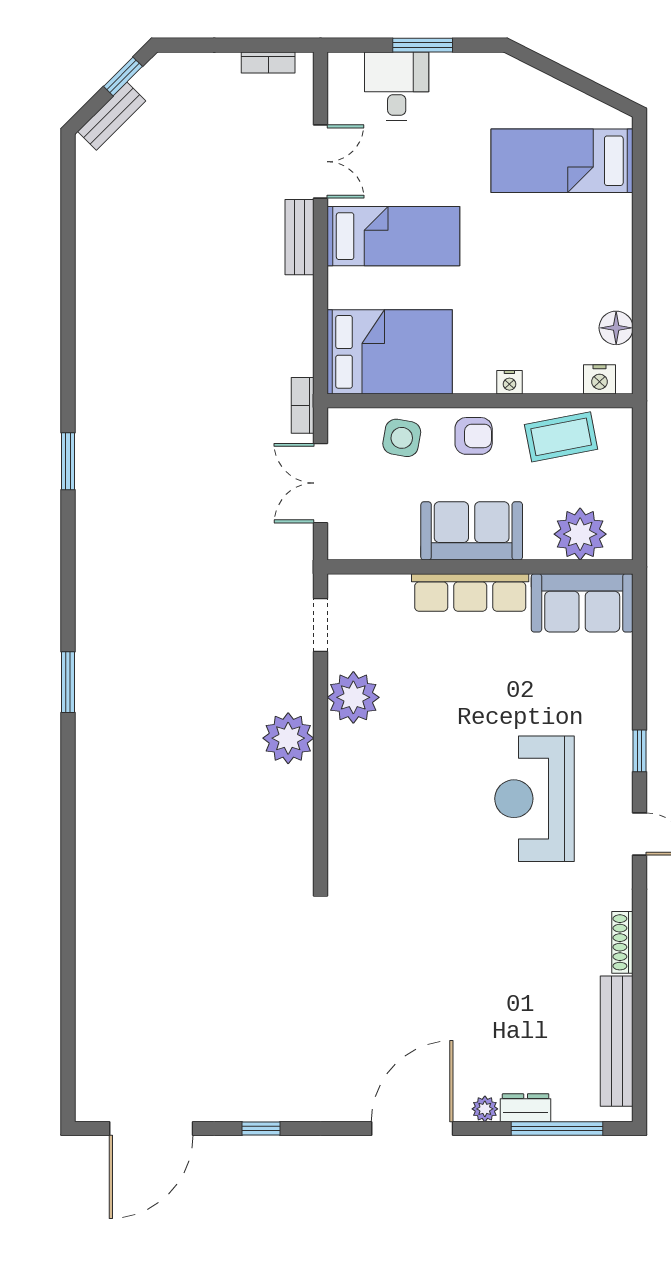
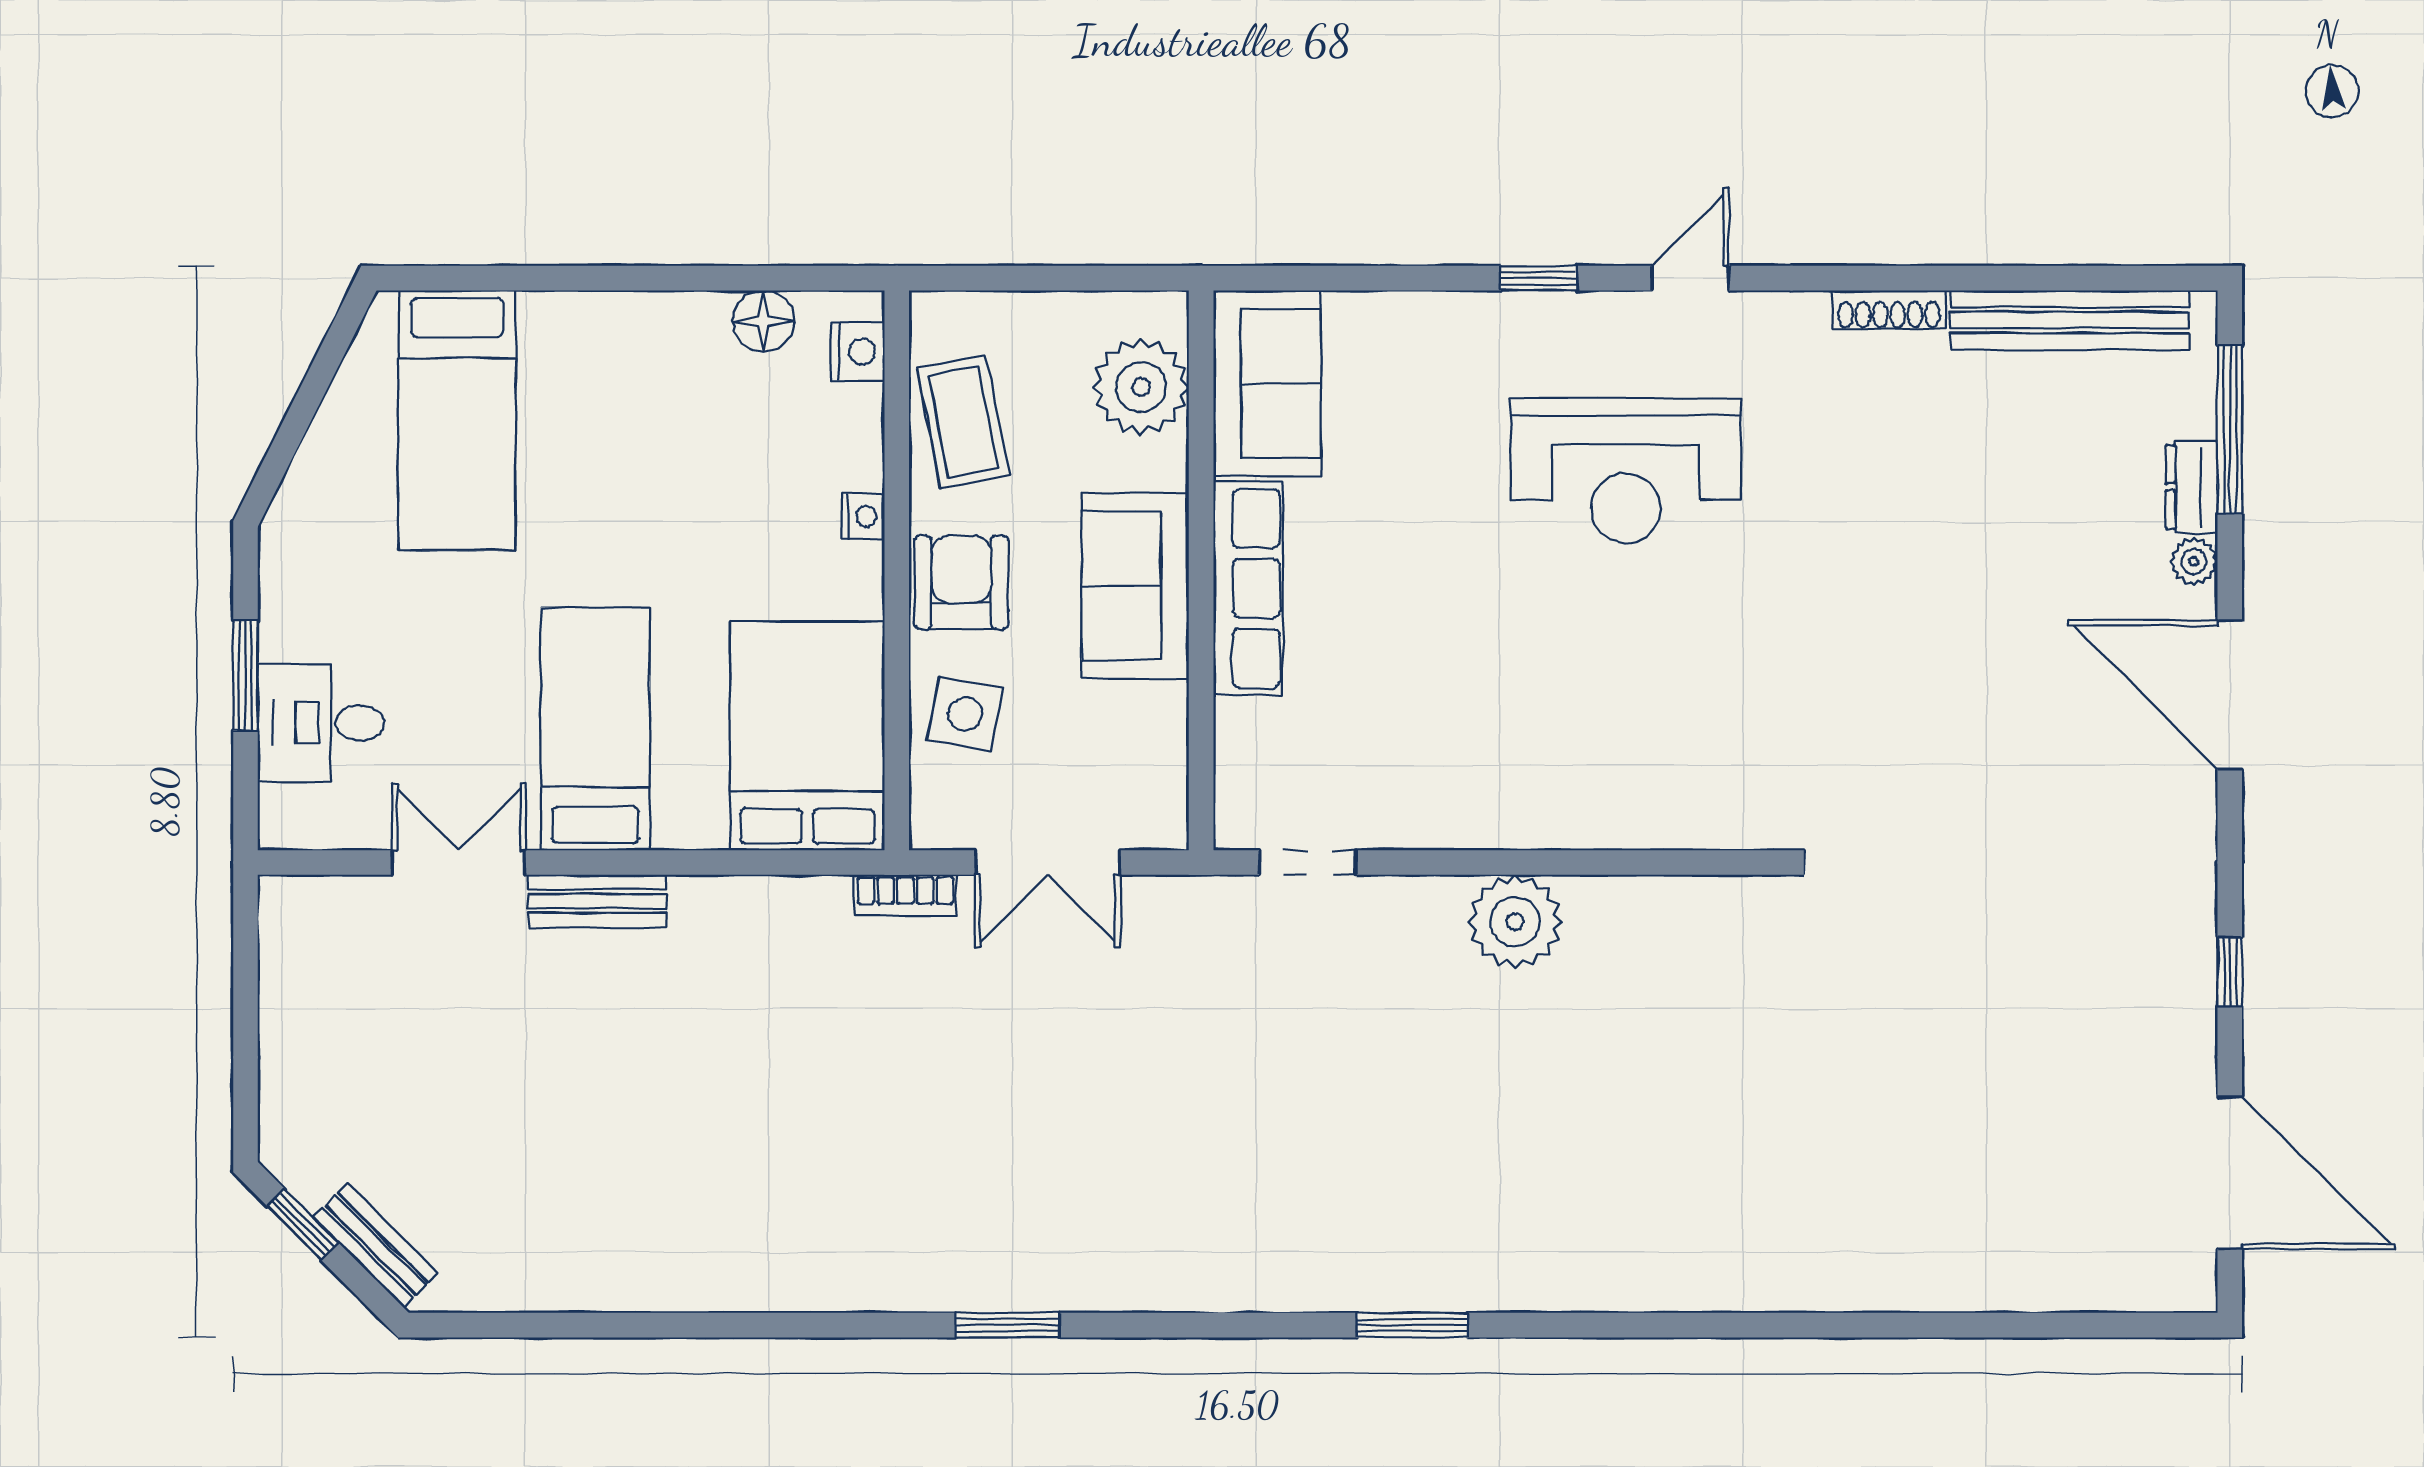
bookcase: (268, 62) -> (277, 959), removed
armchair: (474, 436) -> (961, 582), width x1.38, depth x1.38
plant: (353, 697) -> (1440, 803), removed

